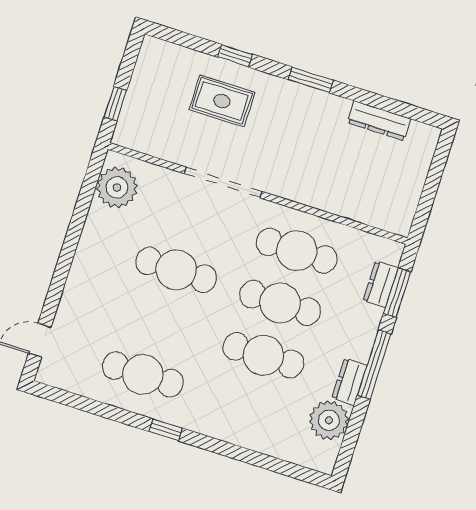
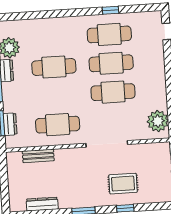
bench: (353, 209) -> (38, 156), added
cafe table: (280, 303) -> (111, 63), moved
window: (166, 430) -> (110, 10), moved

